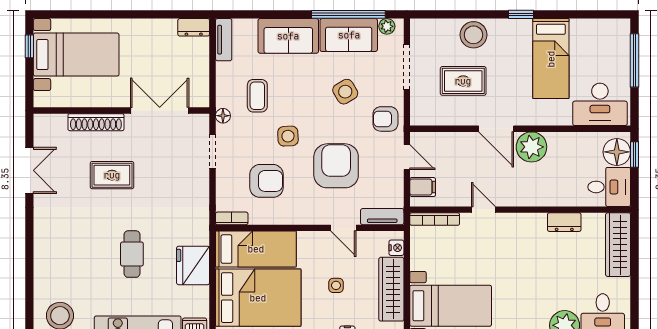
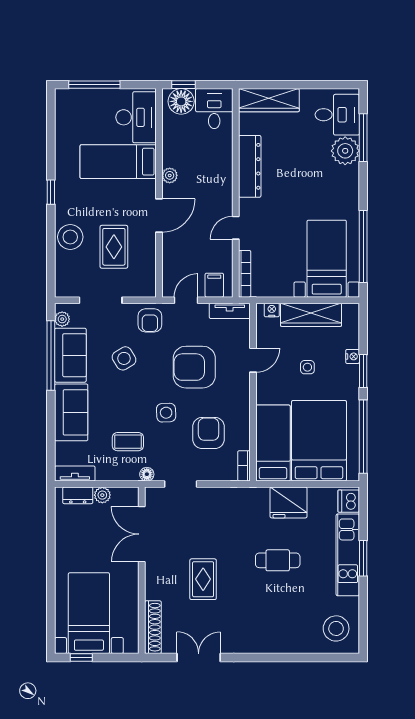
dresser: (194, 27) -> (78, 495), moved, turned 90
bed: (551, 59) -> (118, 162), moved, turned 180
plant: (201, 69) -> (102, 495), added
shoe rack: (96, 122) -> (153, 627), moved
plant: (531, 147) -> (170, 175), width x0.53, depth x0.53
tv unit: (382, 217) -> (230, 311), moved, turned -90
dresser: (564, 222) -> (250, 166), width x1.96, depth x1.24

